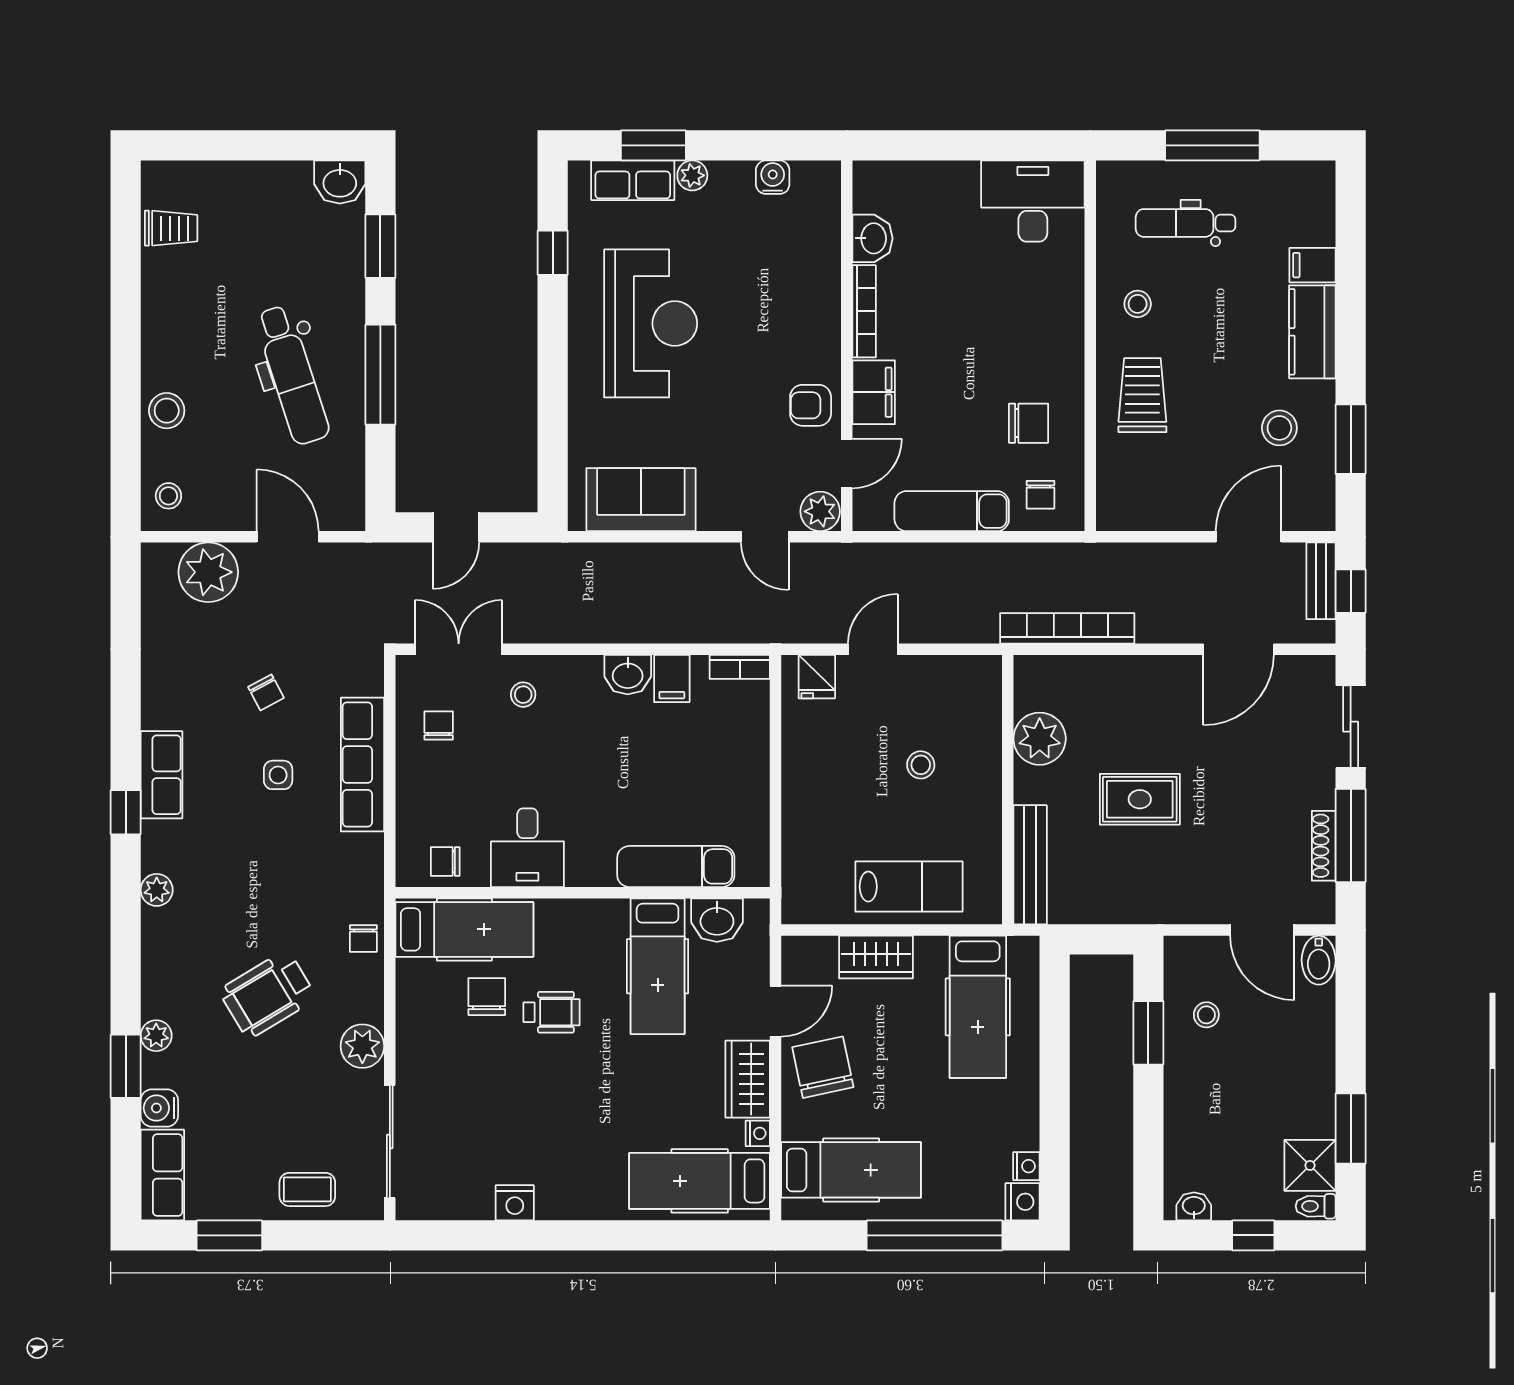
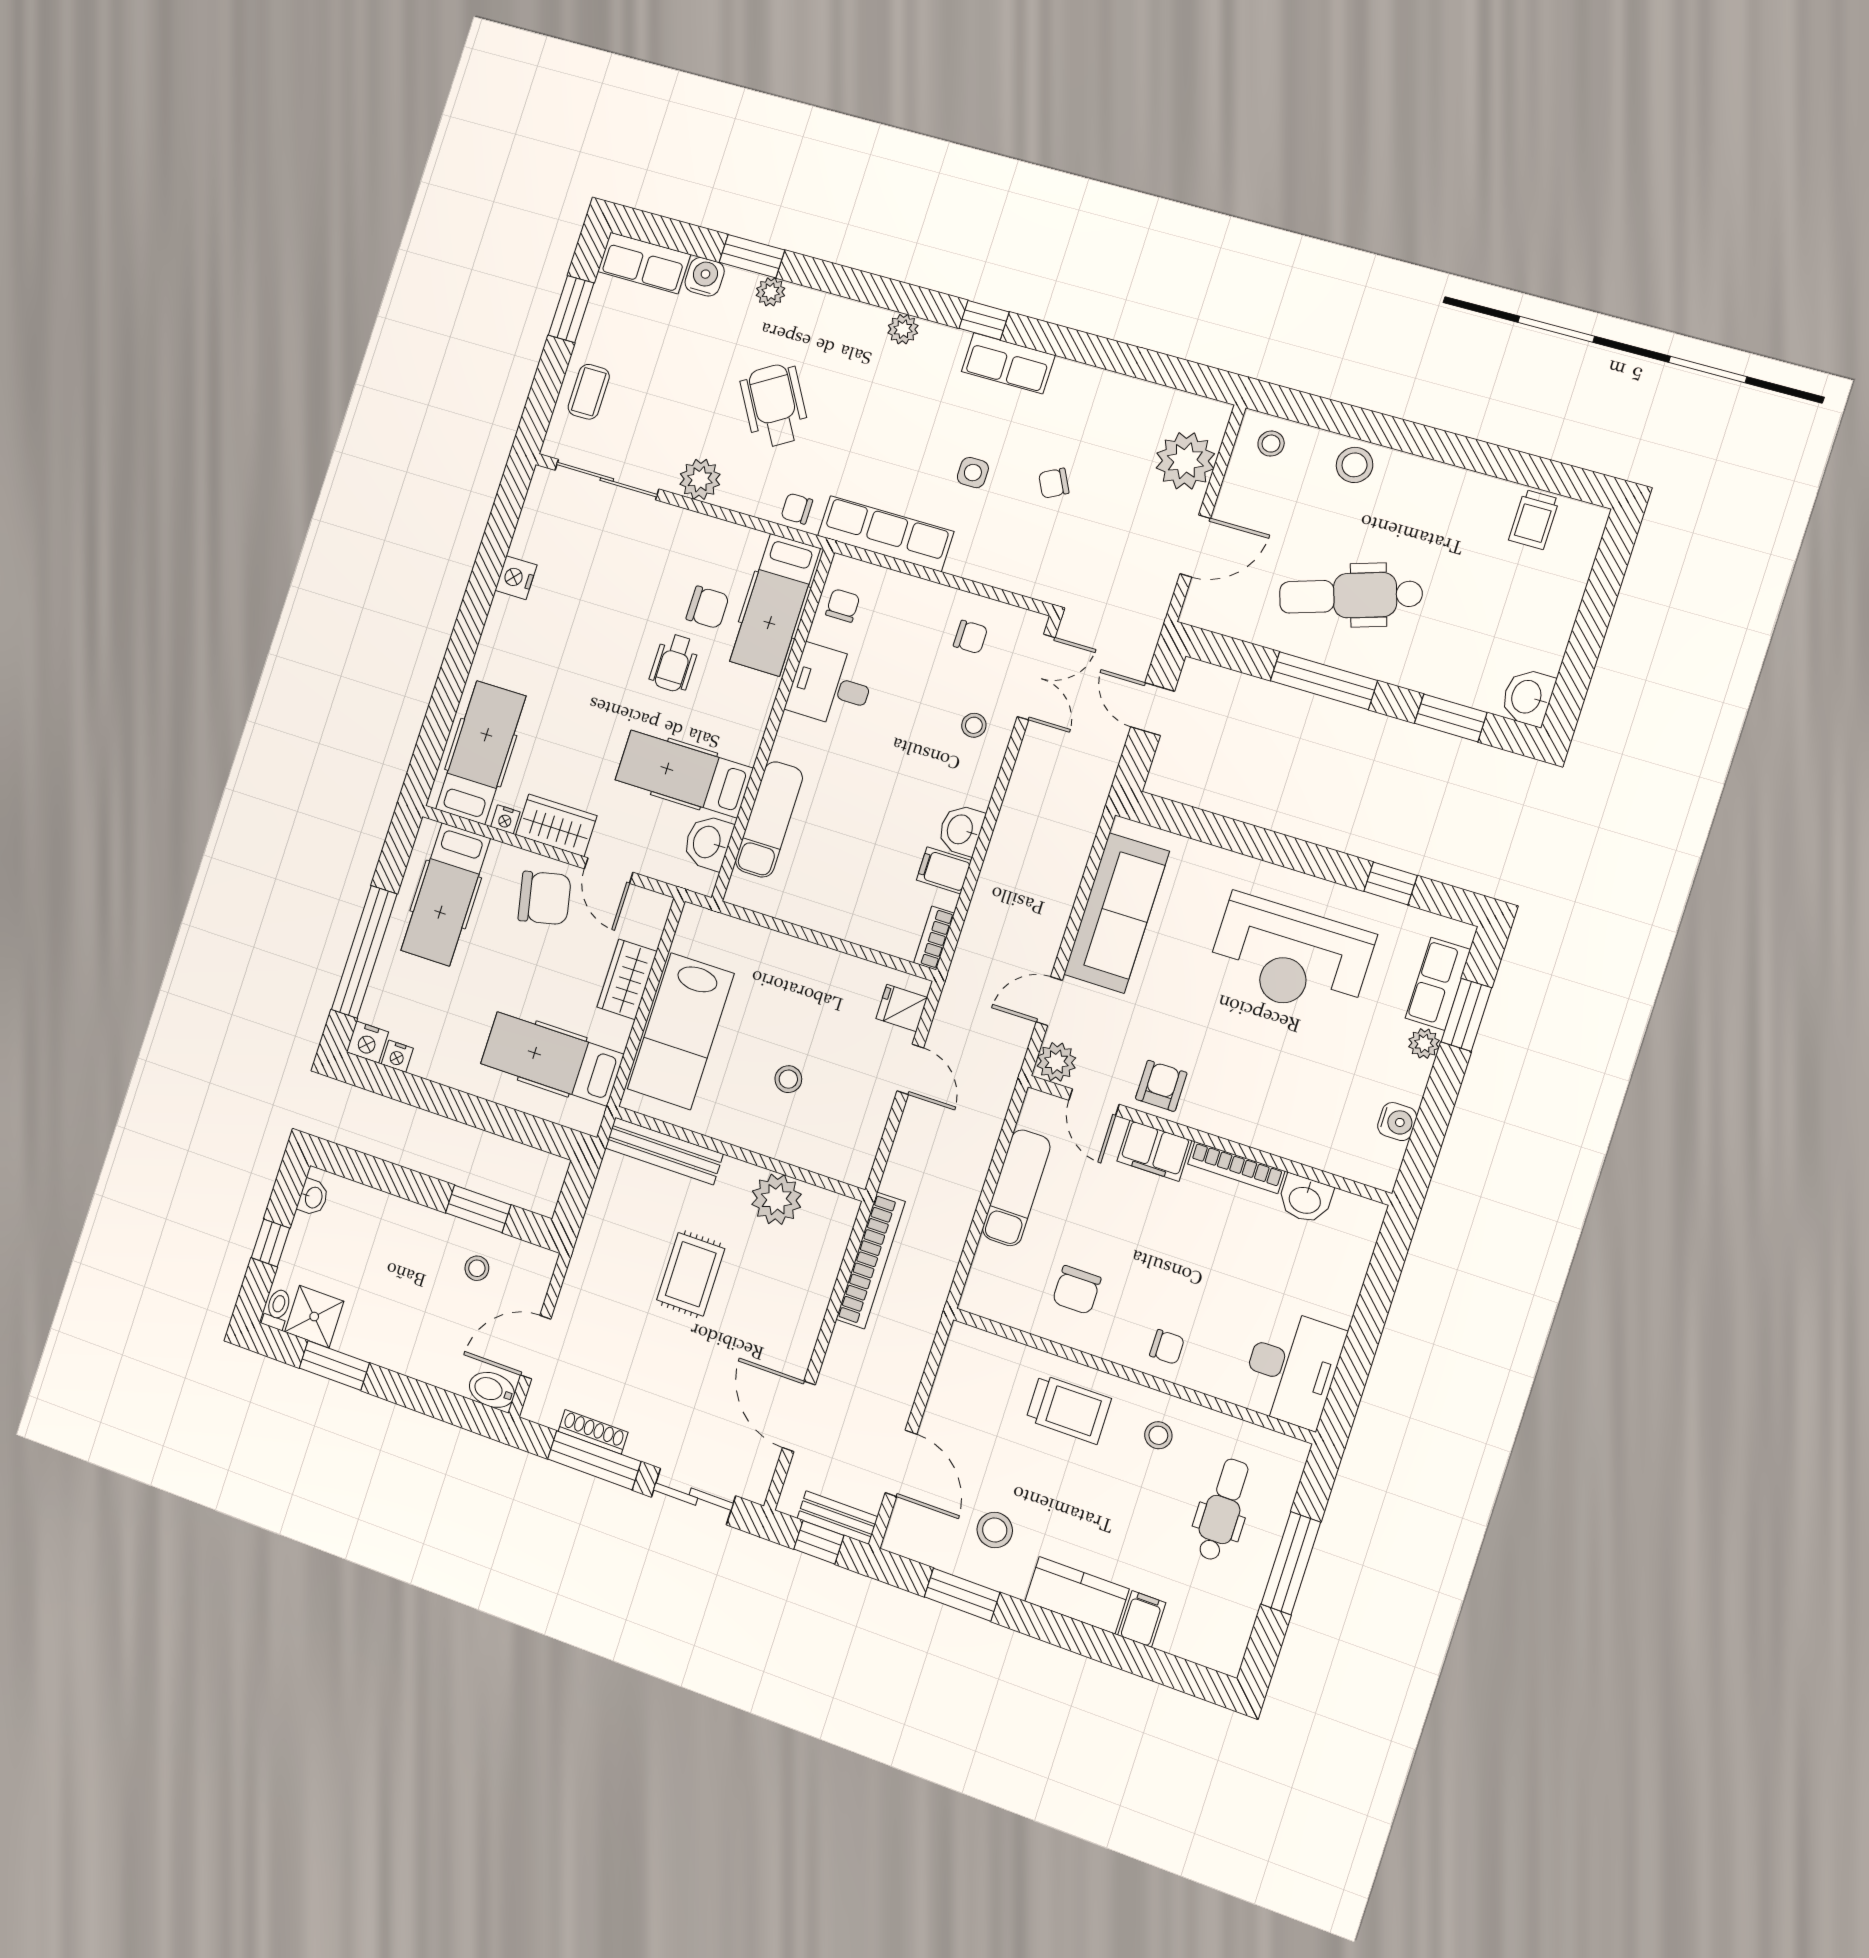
chair: (1040, 495) -> (1167, 1347), moved, turned 180
sofa: (641, 500) -> (1117, 913), width x1.36
row of seats: (362, 765) -> (886, 534), moved
lab bench: (909, 887) -> (681, 1031), width x1.36, depth x1.39

